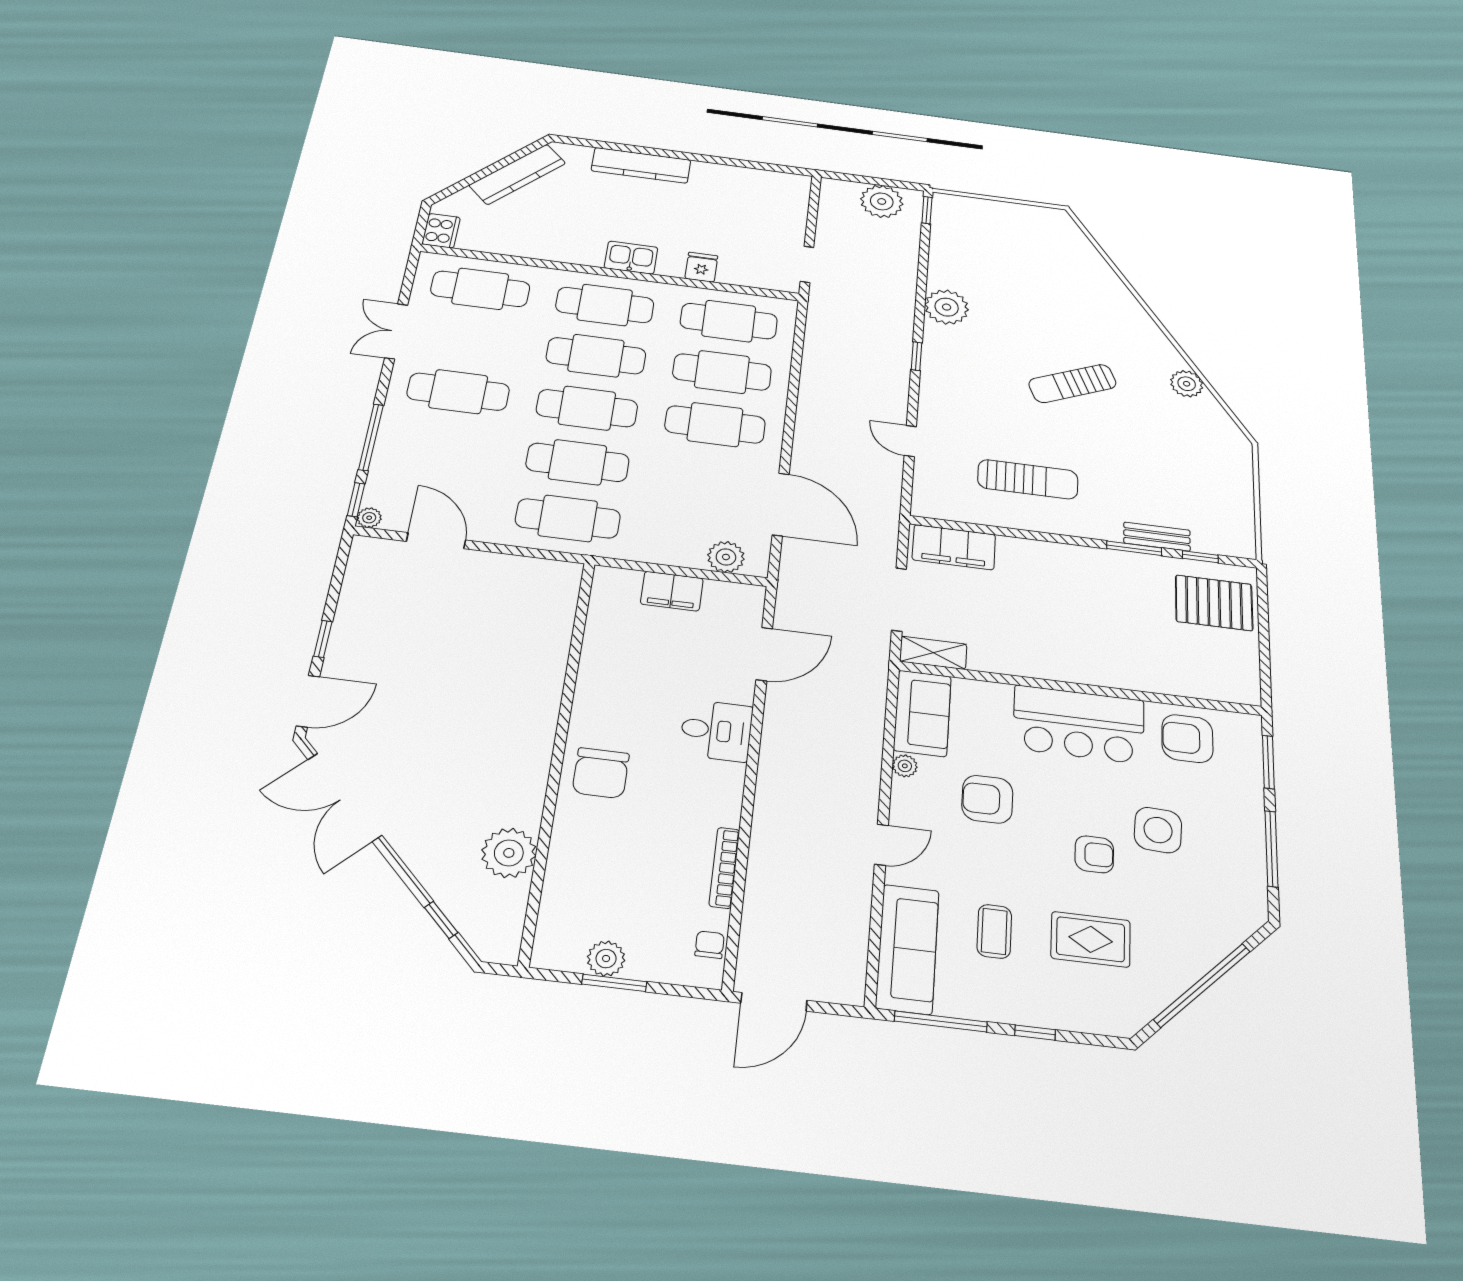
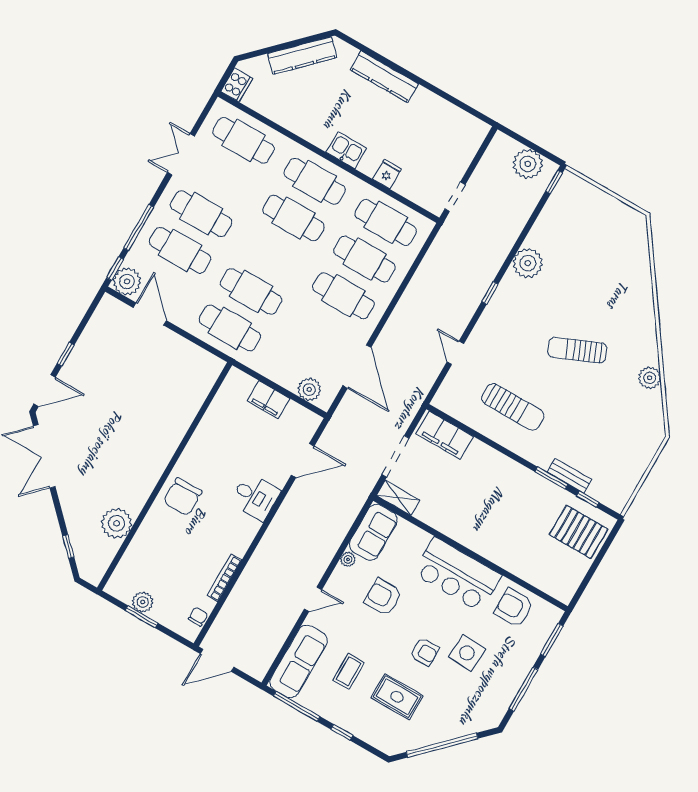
cafe table: (587, 408) -> (180, 250), moved
plant: (369, 518) -> (127, 281), width x1.88, depth x1.88

